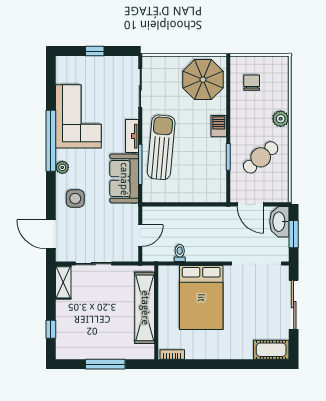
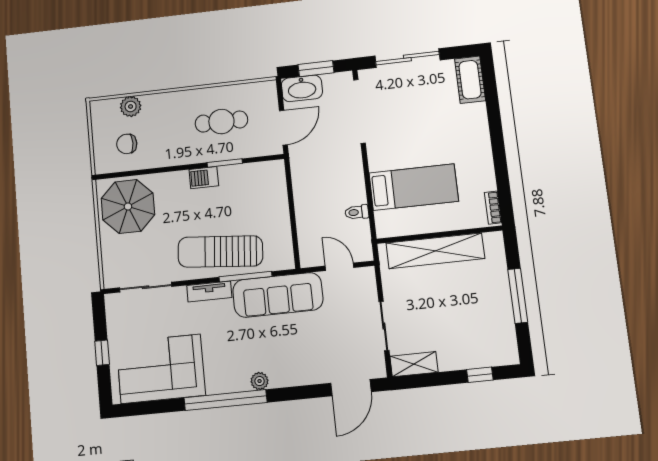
corner sofa: (78, 116) -> (161, 369), moved
plant: (281, 119) -> (131, 106), moved
barbecue: (219, 126) -> (204, 178), moved
cafe table: (261, 157) -> (221, 122), turned -49
sofa: (124, 179) -> (278, 295), width x1.36
side table: (75, 199) -> (299, 359), removed
bed: (201, 298) -> (414, 187), width x0.67

